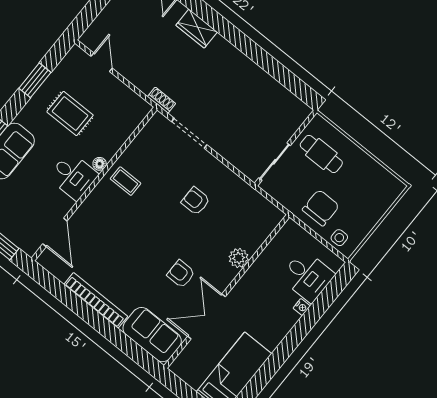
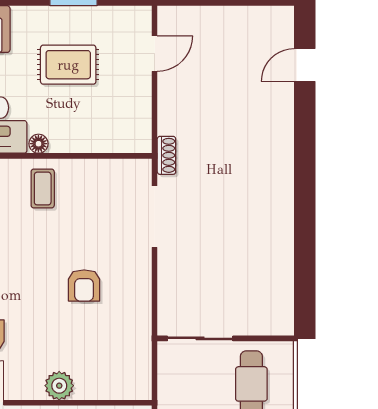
wardrobe: (197, 29) -> (279, 130), removed
rug: (70, 113) -> (68, 65), turned 90
armchair: (196, 201) -> (84, 285), turned 180

